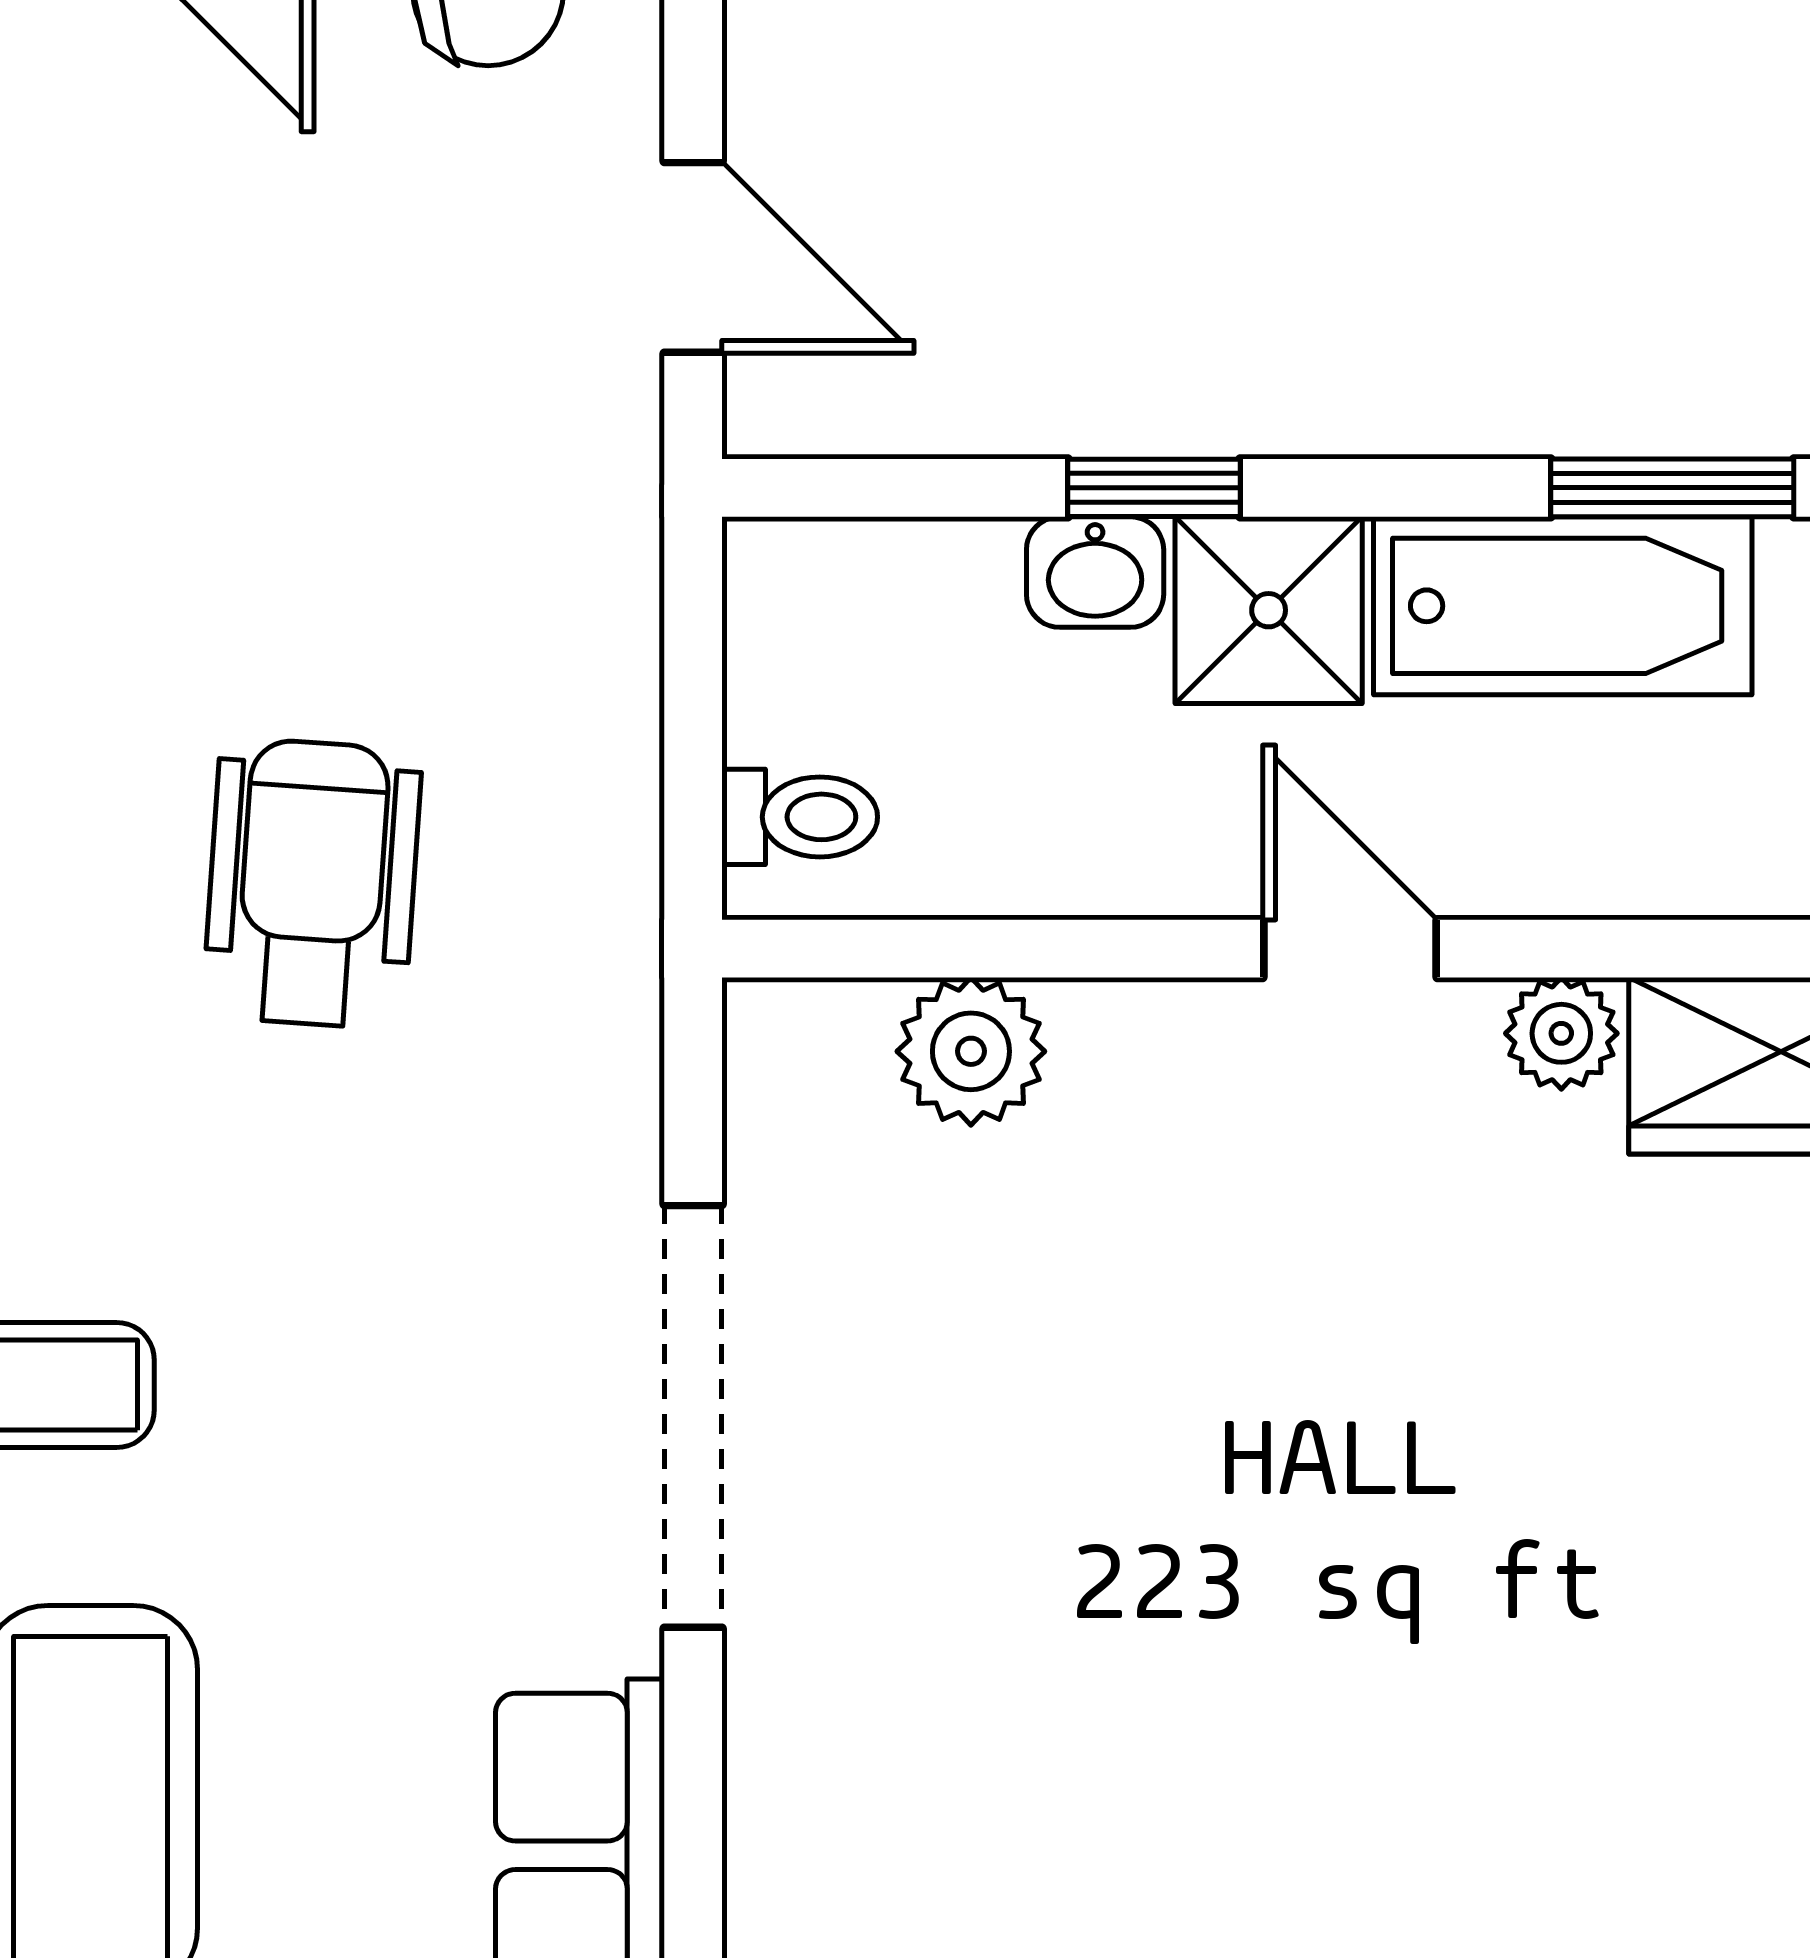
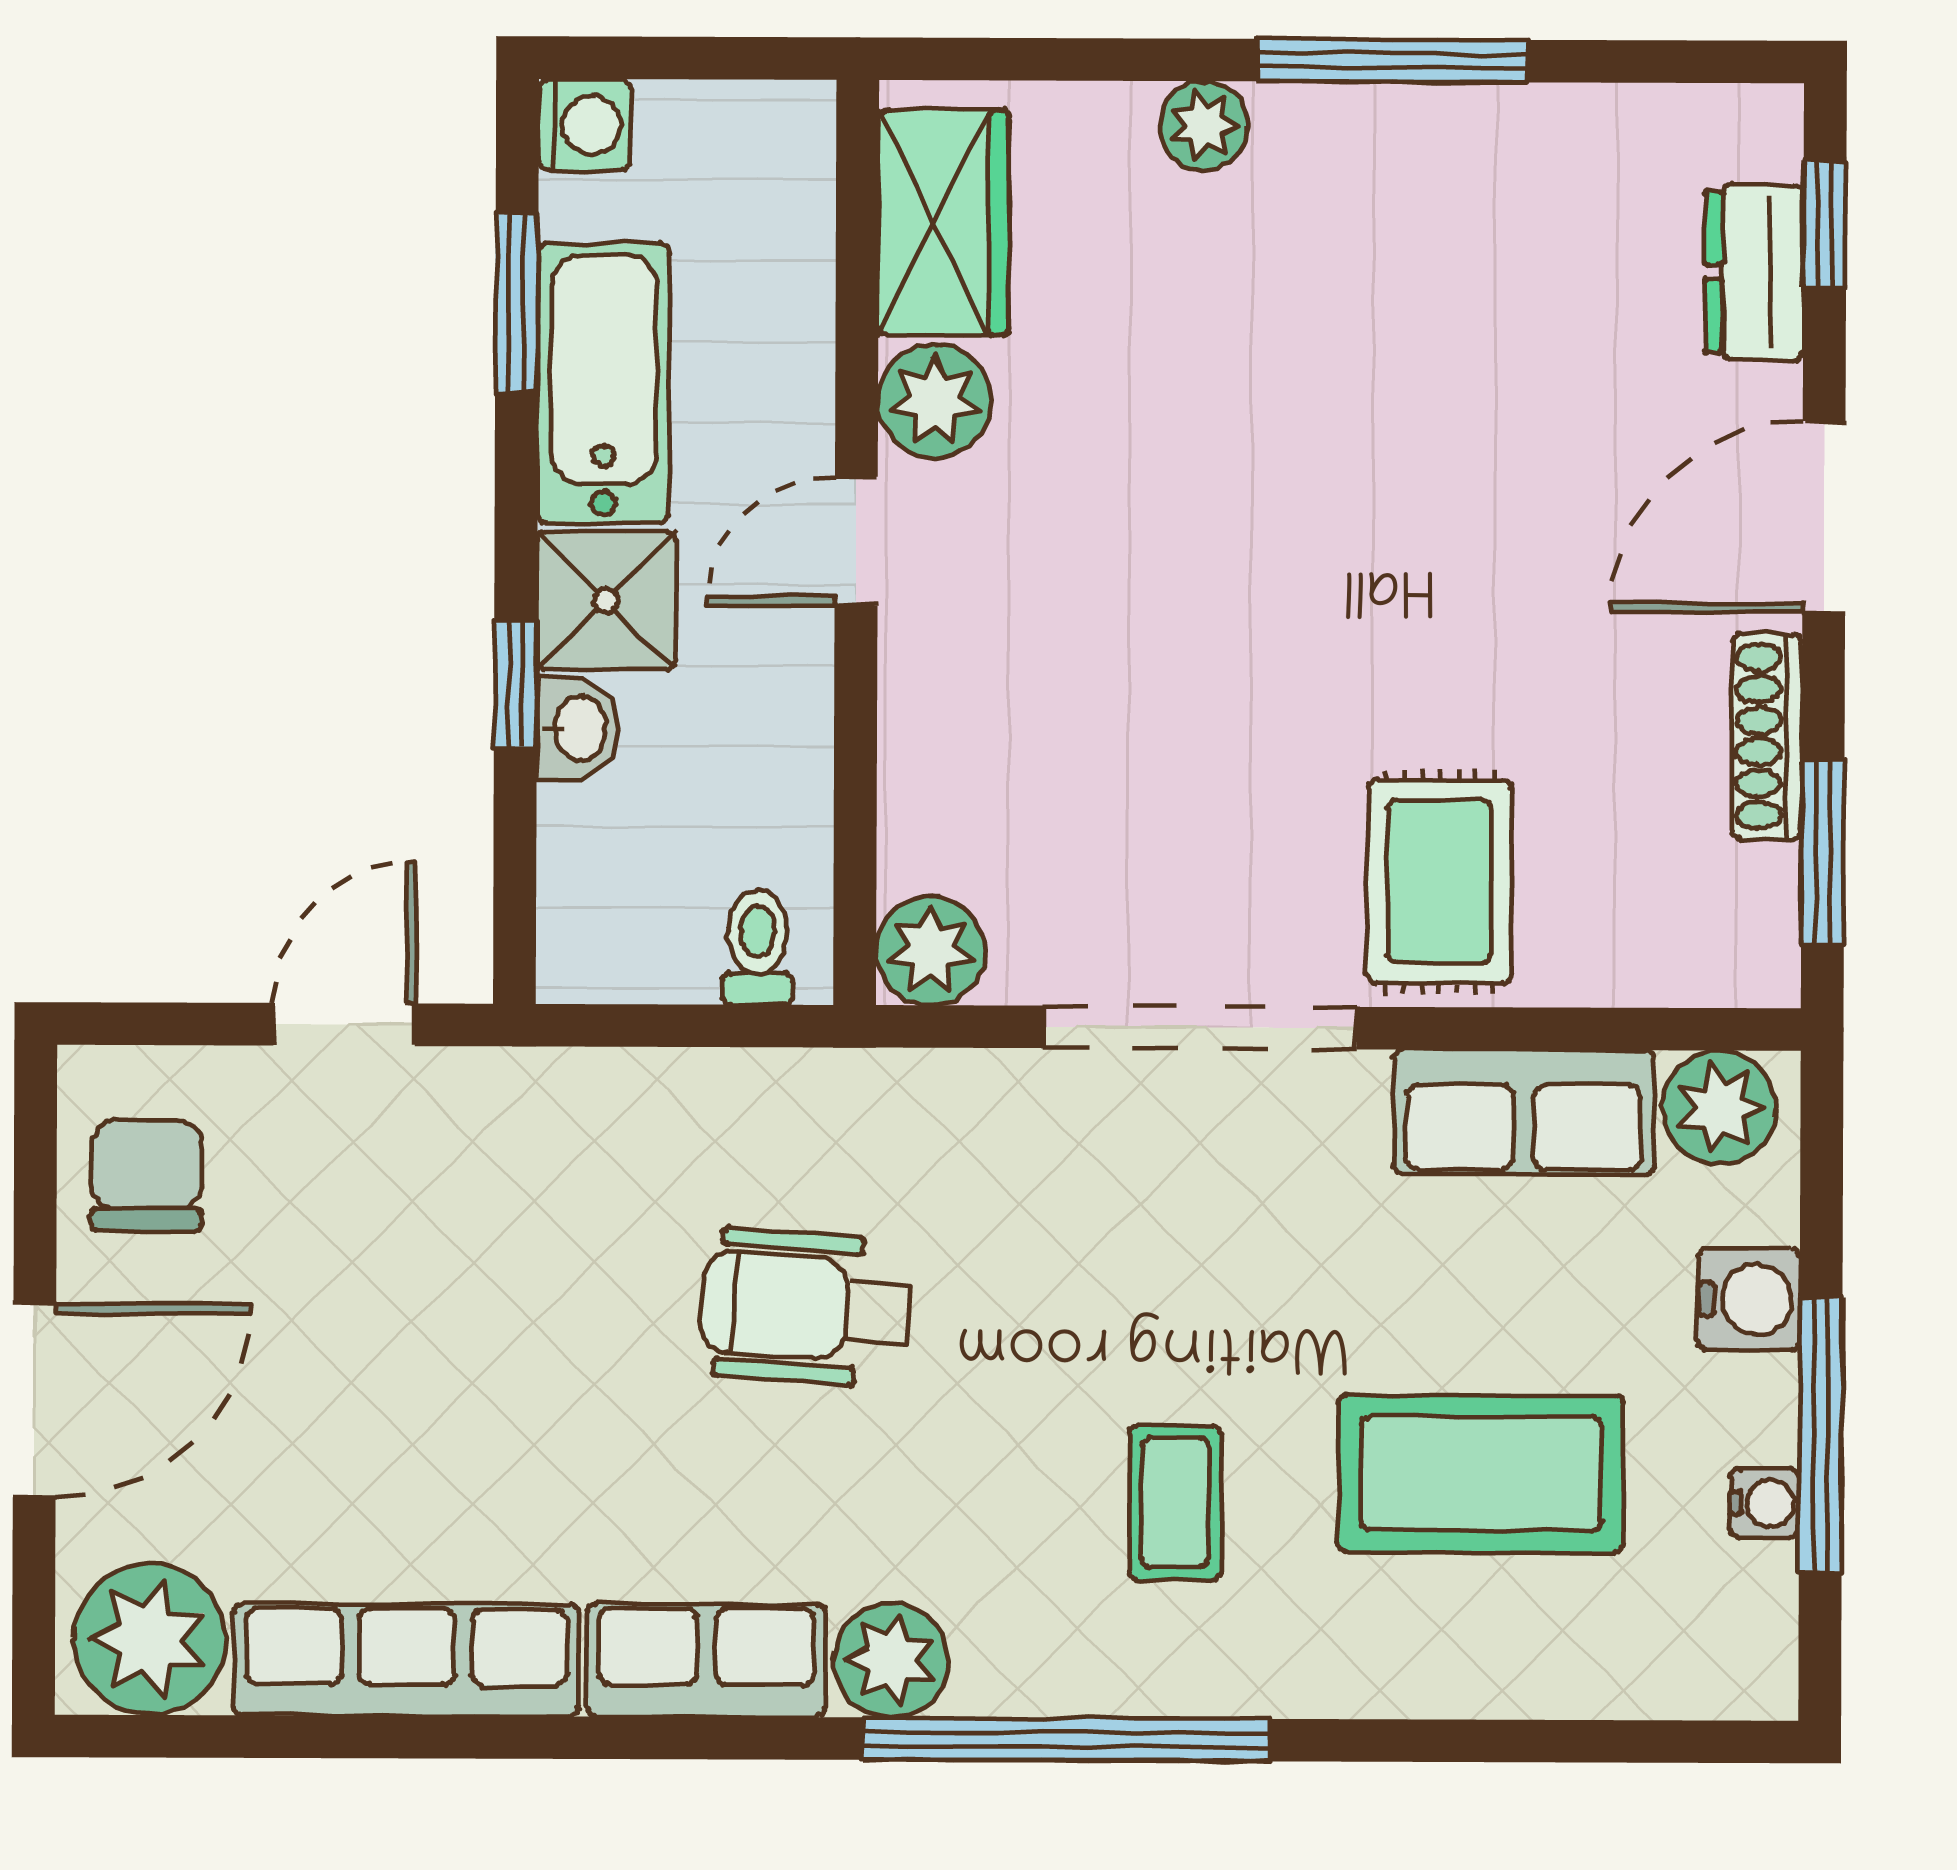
plant: (1561, 1033) -> (935, 401), width x1.38, depth x1.38
plant: (971, 1051) -> (931, 951), moved
rug: (892, 1740) -> (1439, 882), added

